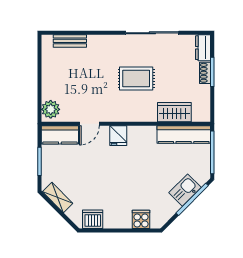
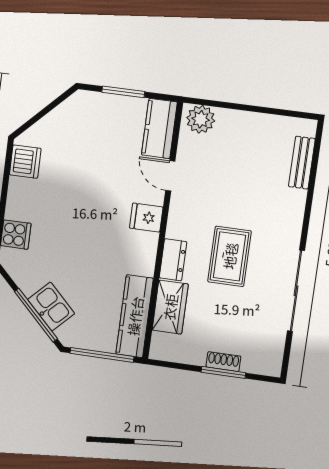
dresser: (203, 48) -> (173, 260), moved, turned 90
shelving: (58, 197) -> (65, 112), removed

